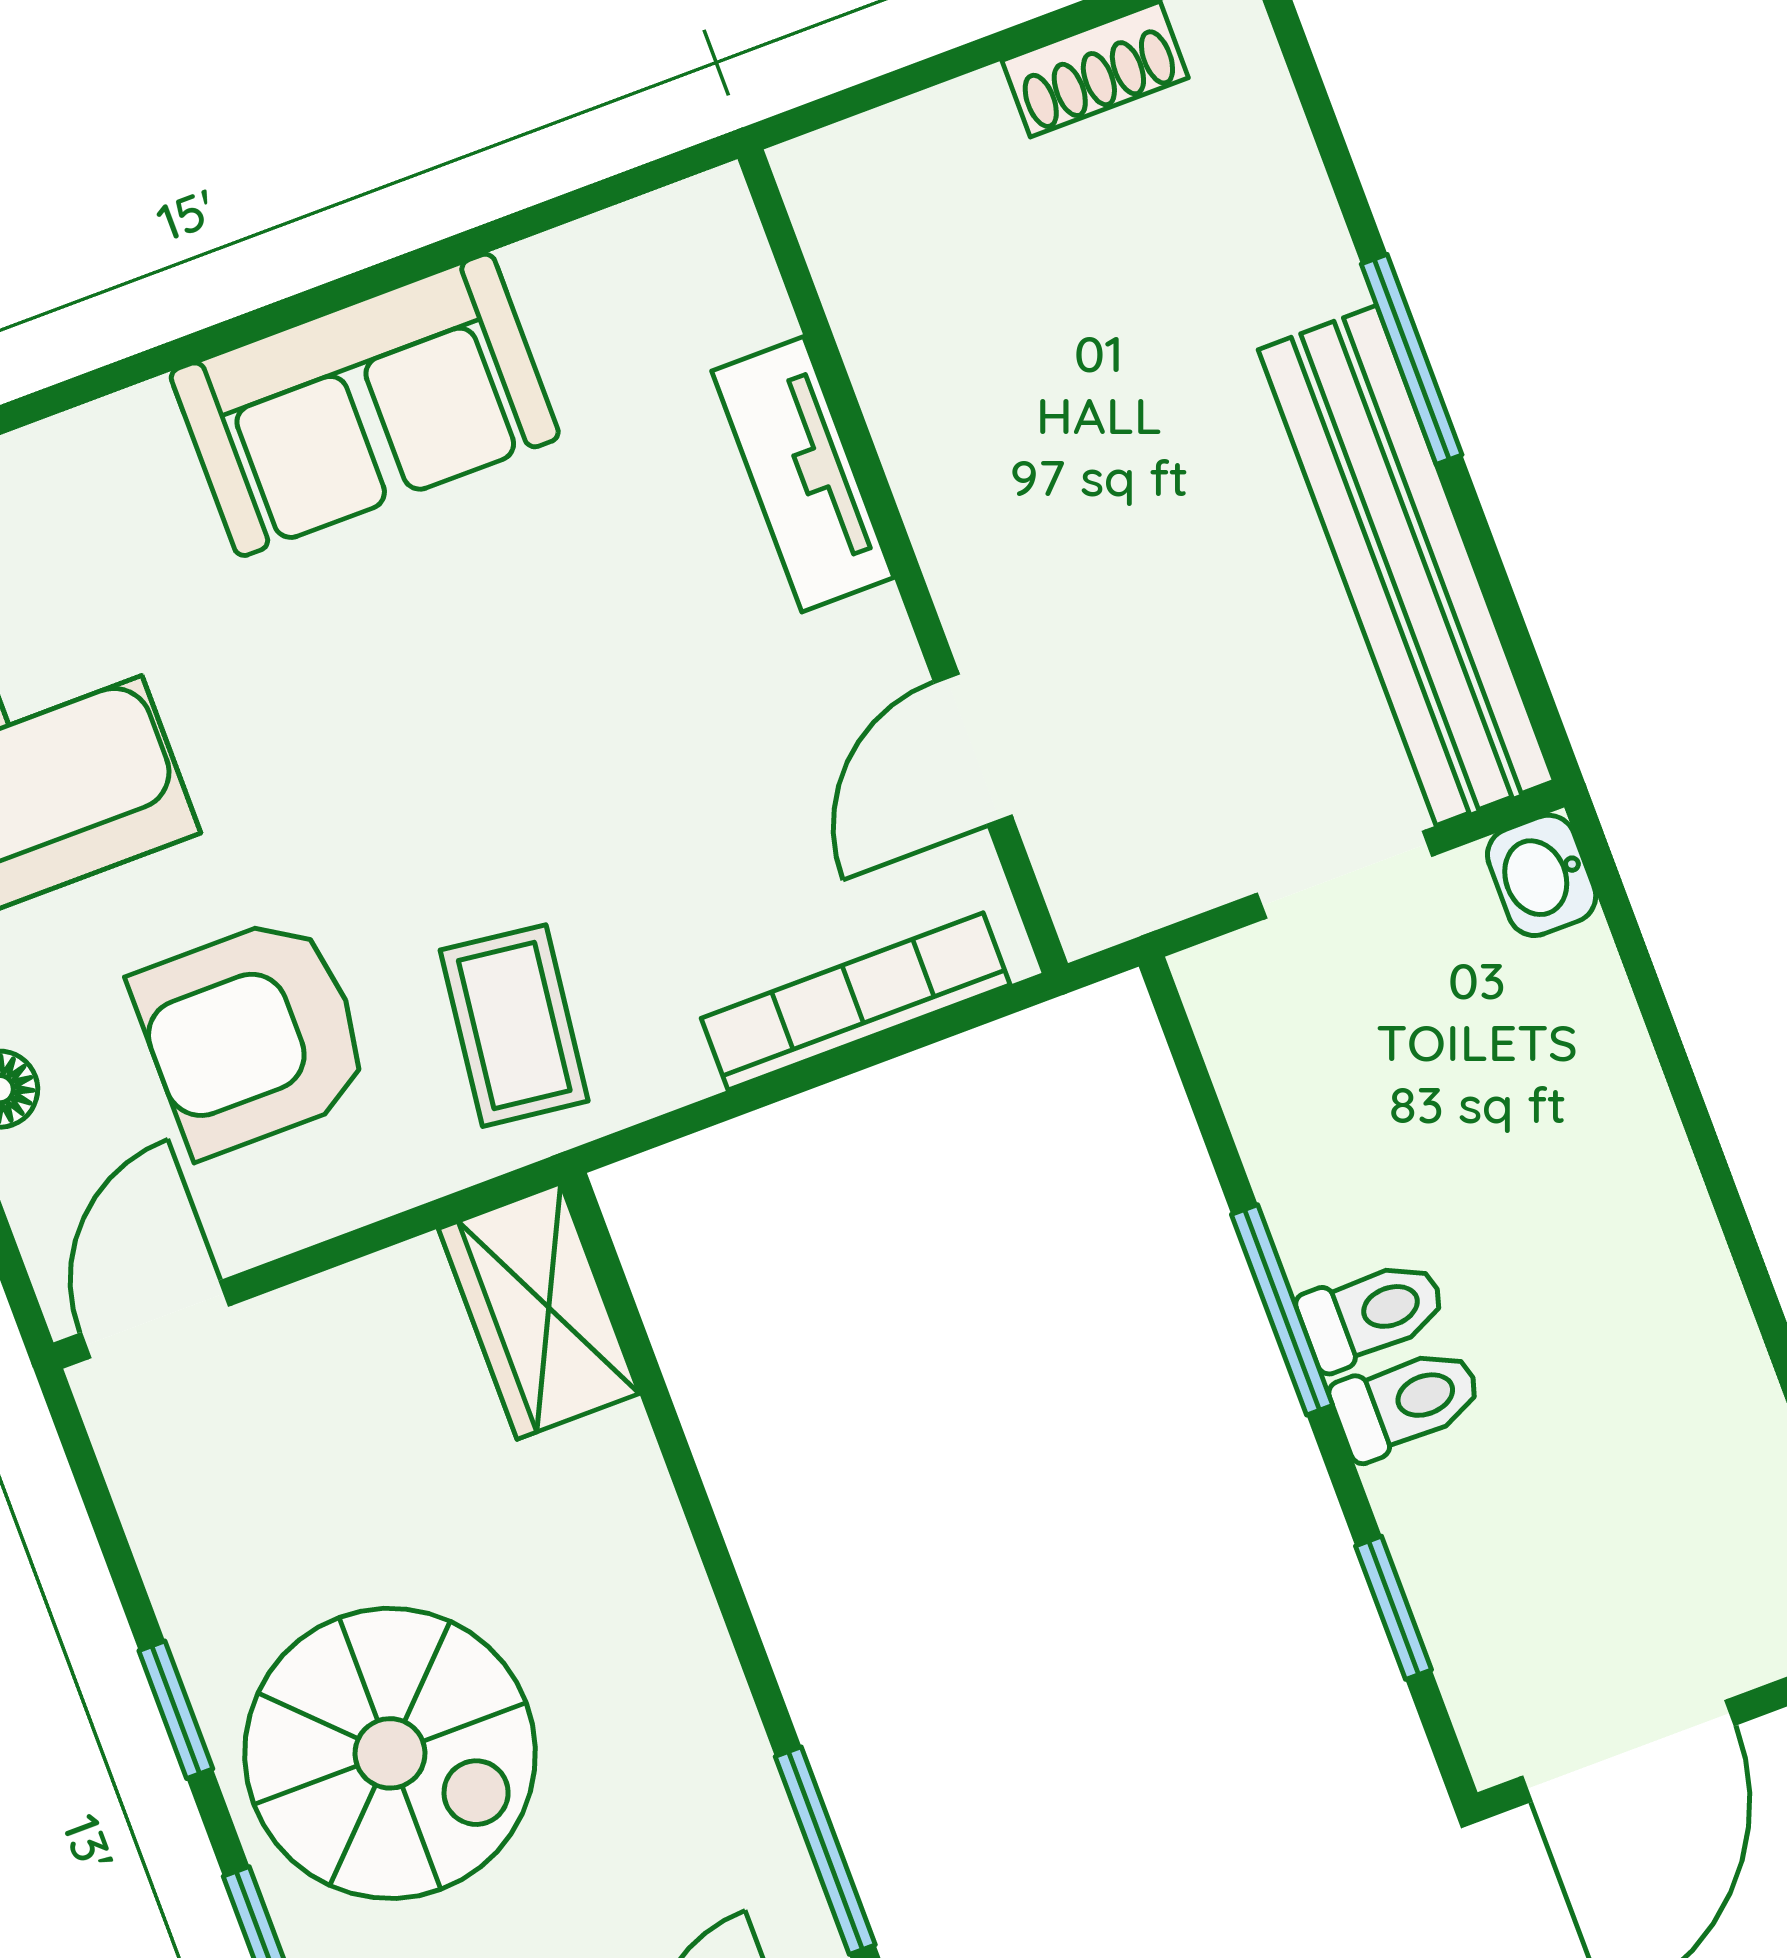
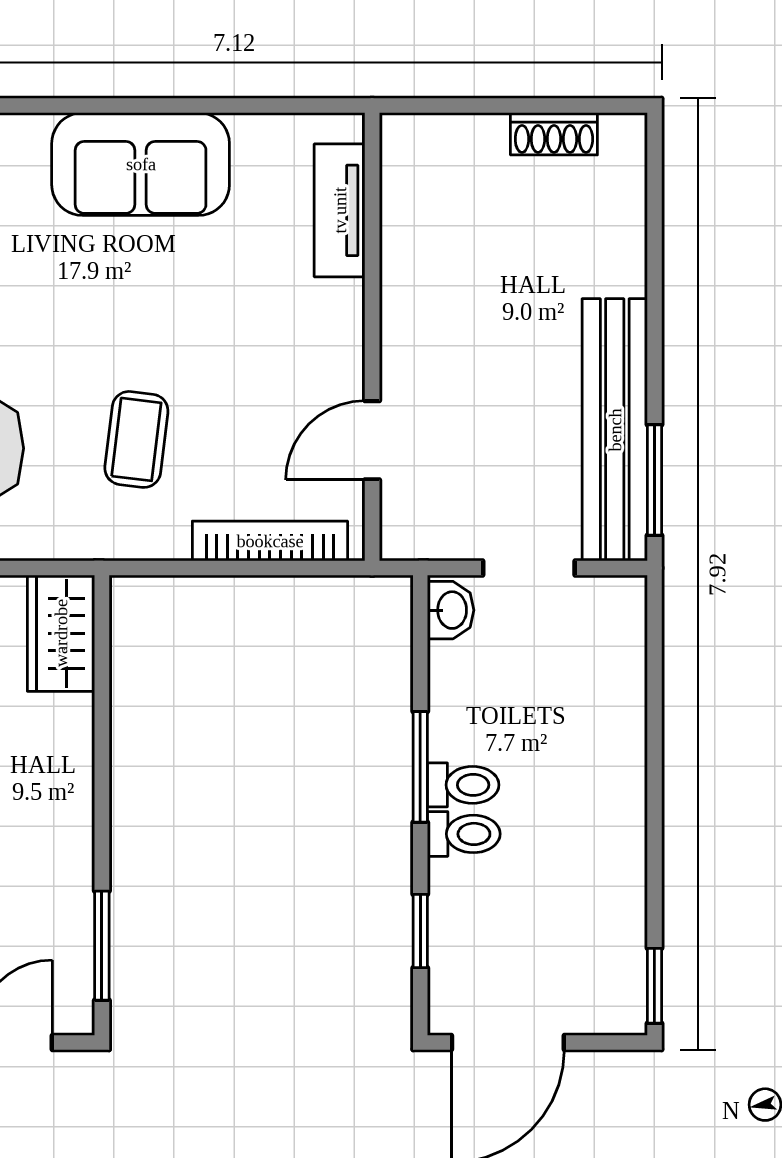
window: (1412, 359) -> (654, 480), moved
tv unit: (803, 474) -> (340, 210), moved
washbasin: (1542, 875) -> (451, 610), moved, turned 180
coffee table: (514, 1026) -> (136, 439), moved

